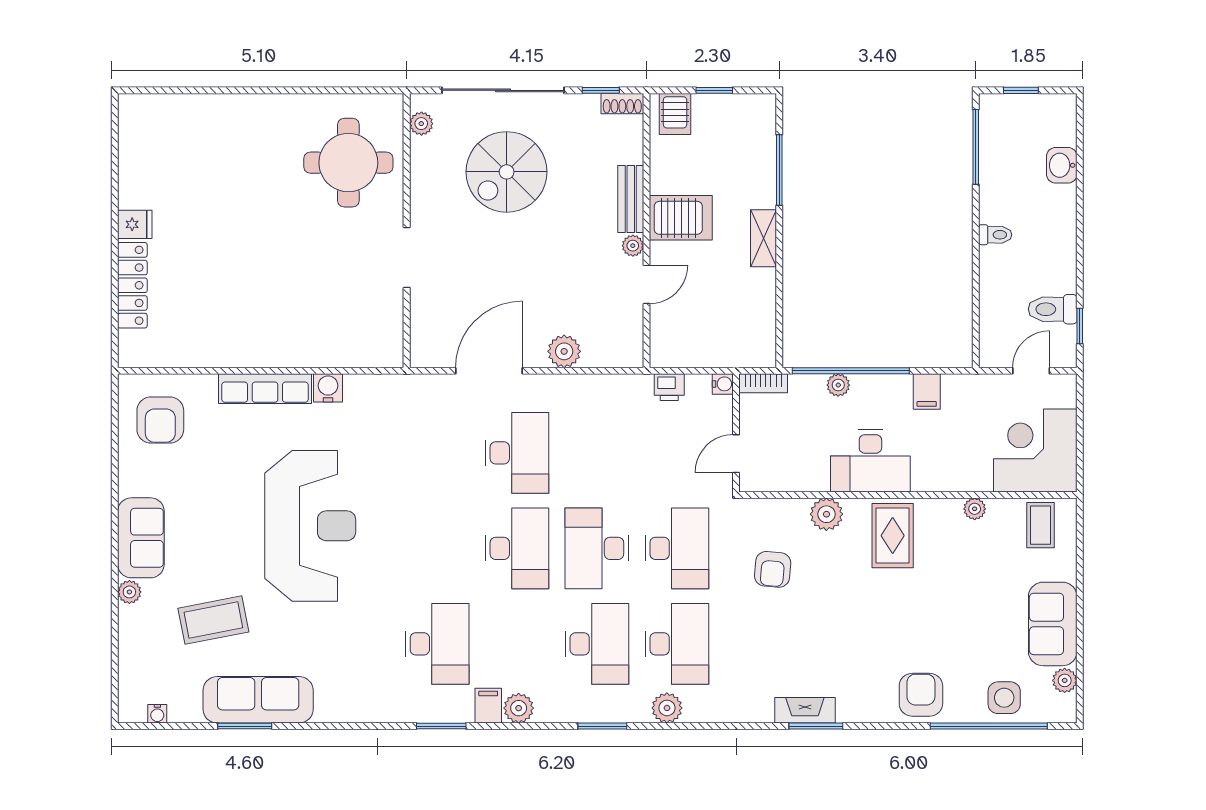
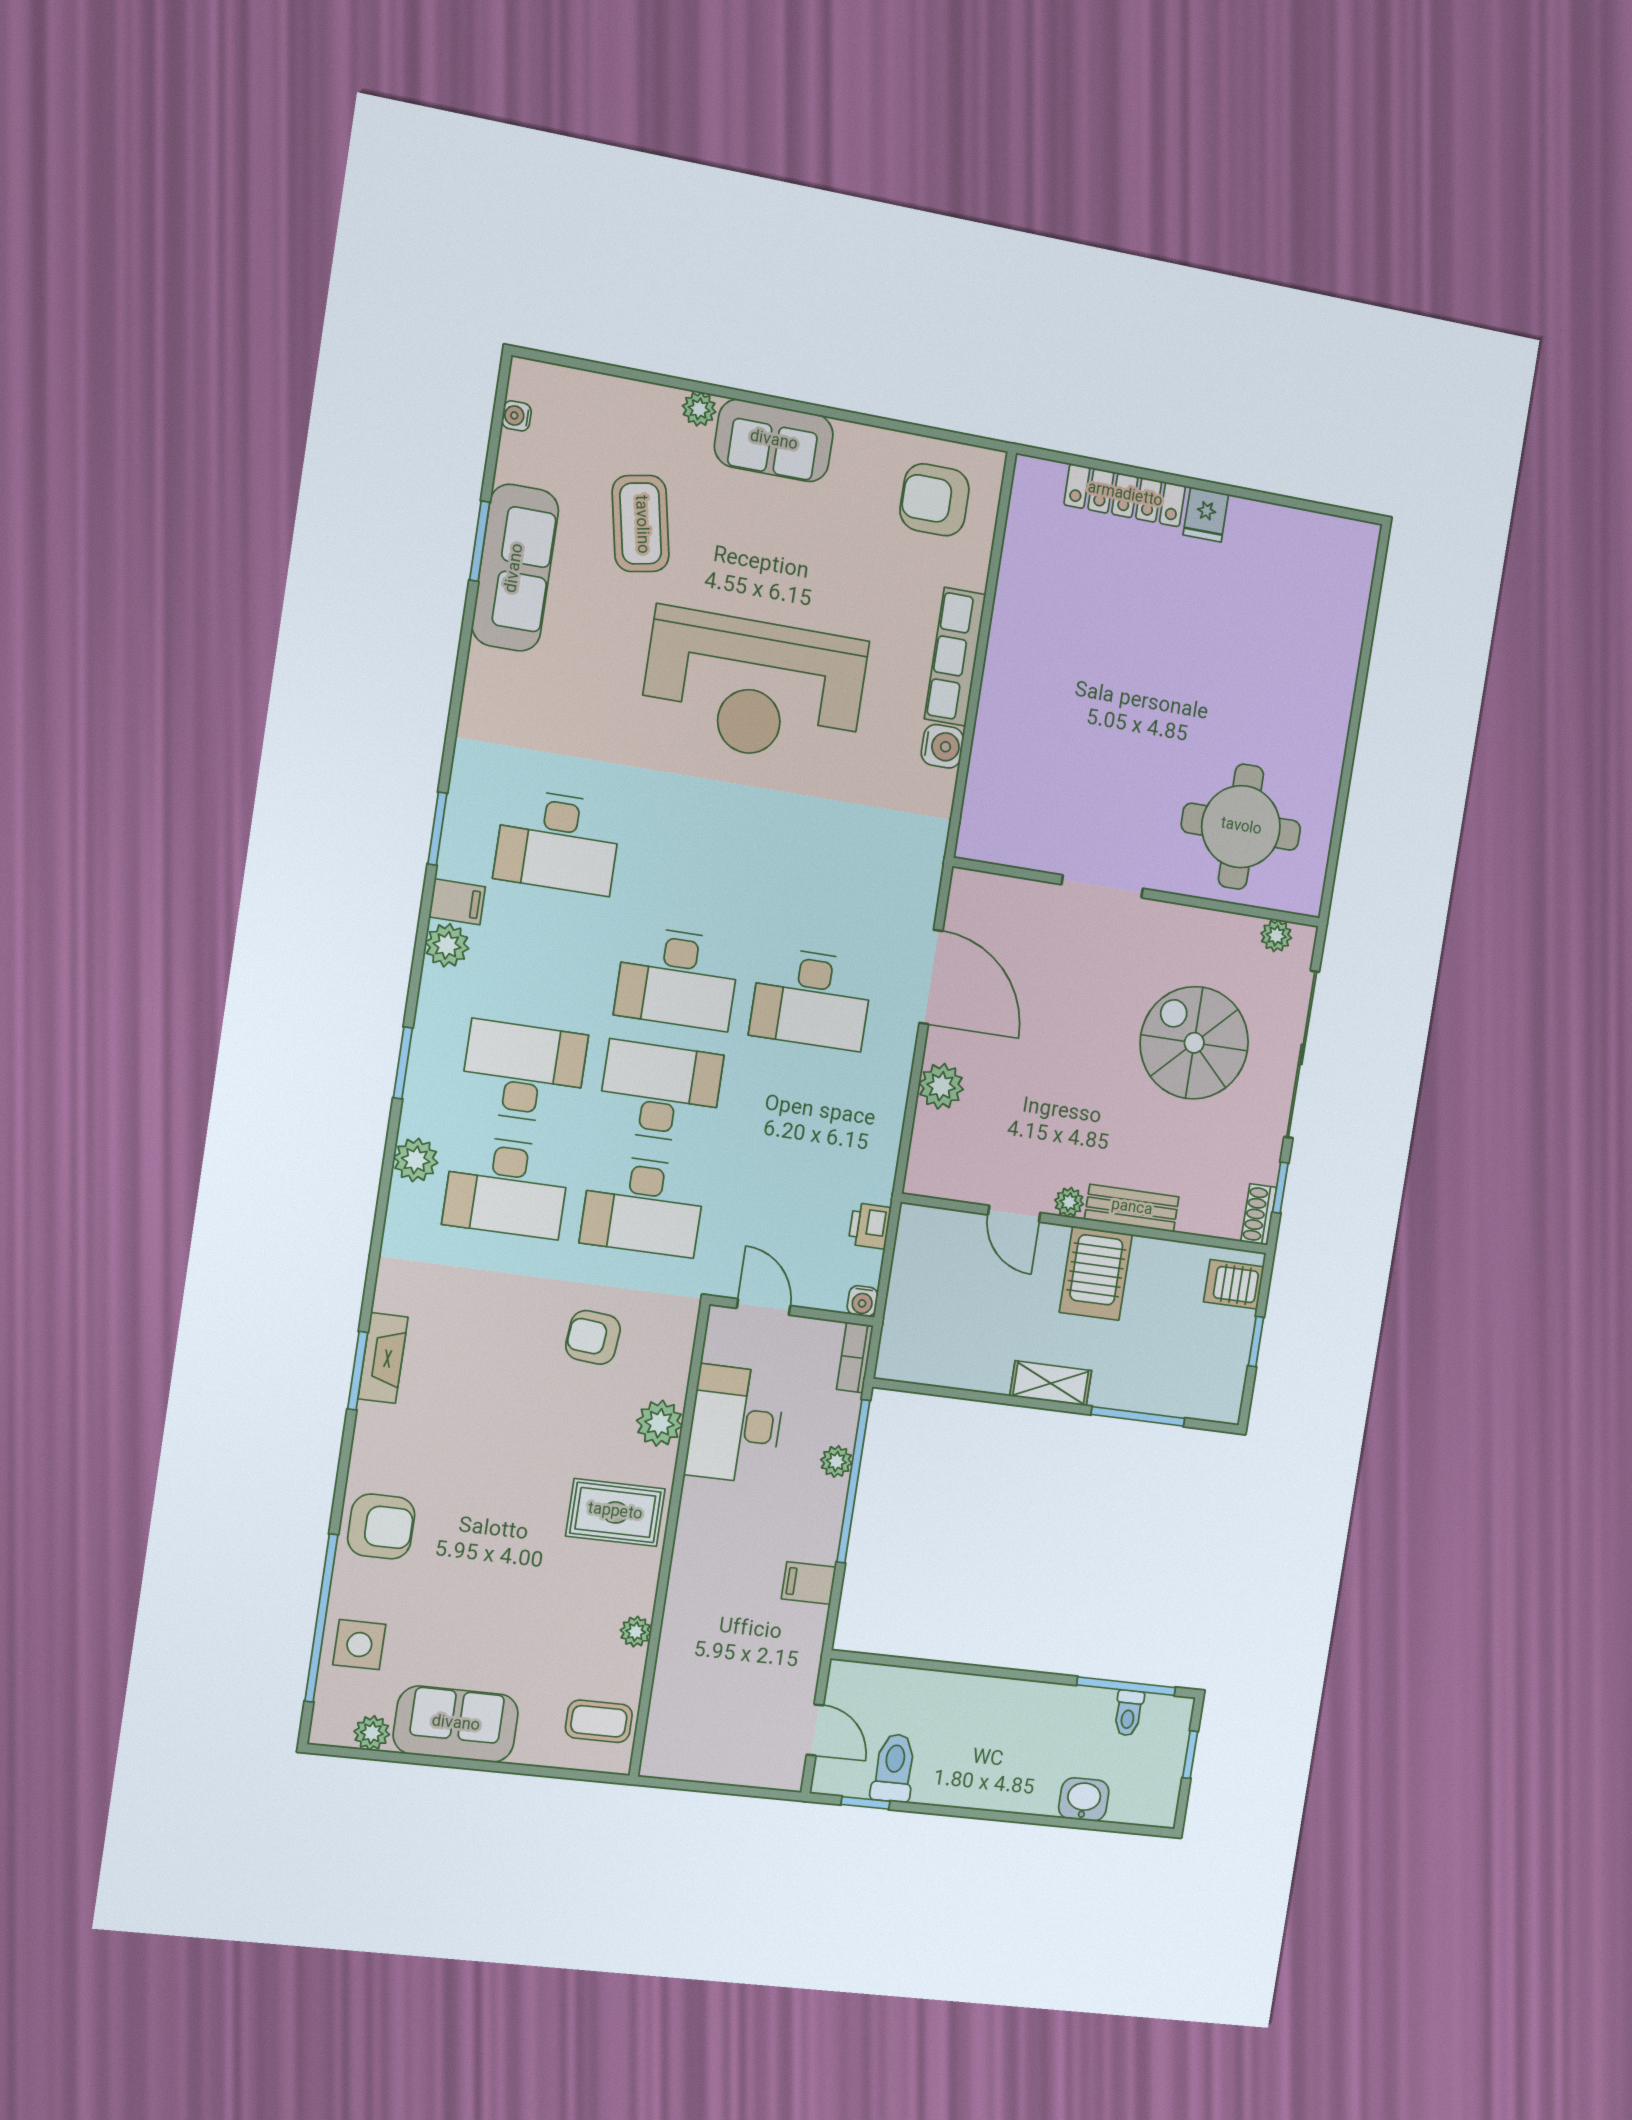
toilet: (995, 235) -> (1128, 1713), moved
corner desk: (1035, 450) -> (704, 1725), removed
desk: (870, 461) -> (735, 1424), moved
desk: (597, 644) -> (524, 1072), turned 180

